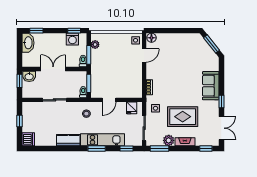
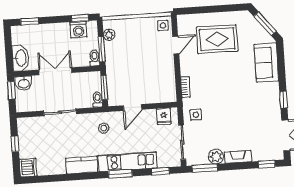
floor lamp: (151, 38) -> (184, 21), removed
washbasin: (28, 43) -> (21, 58), moved
sofa: (211, 86) -> (266, 63), moved
rug: (183, 117) -> (217, 39), moved

